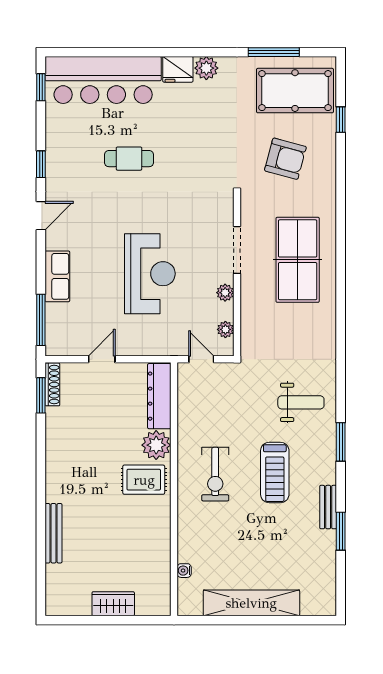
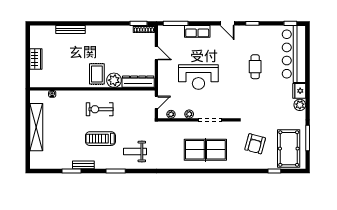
weight bench: (301, 402) -> (135, 151), turned 90

